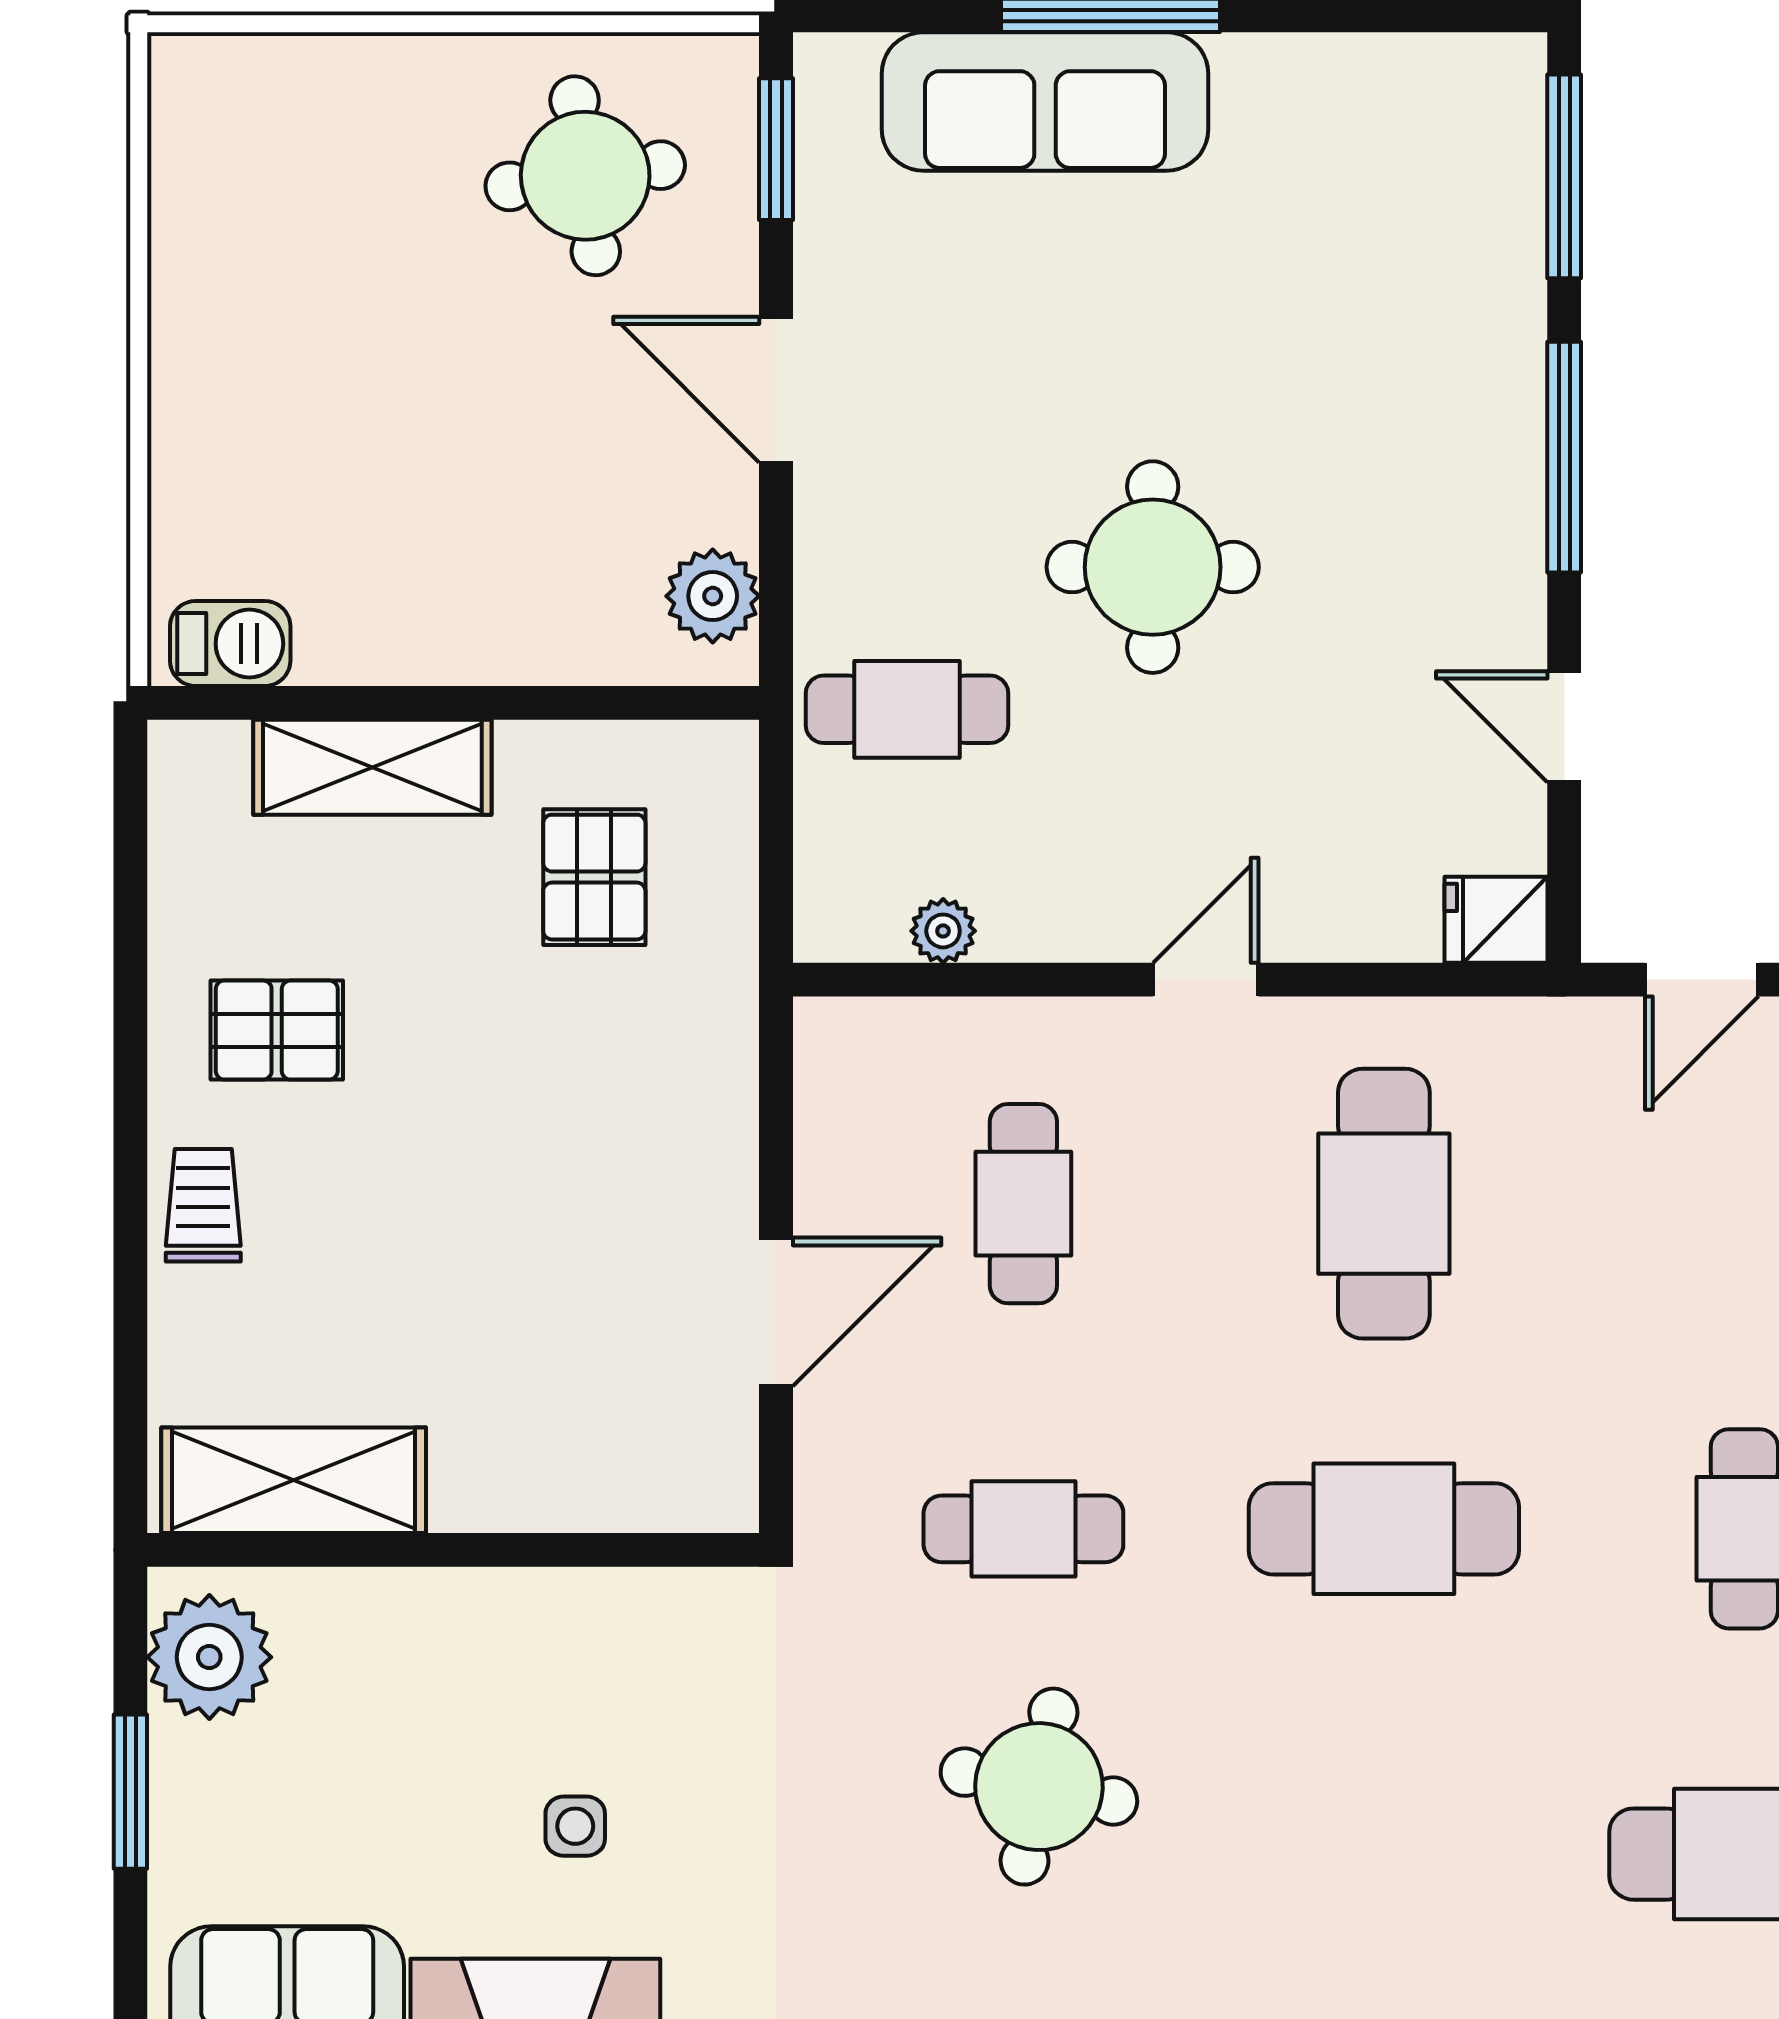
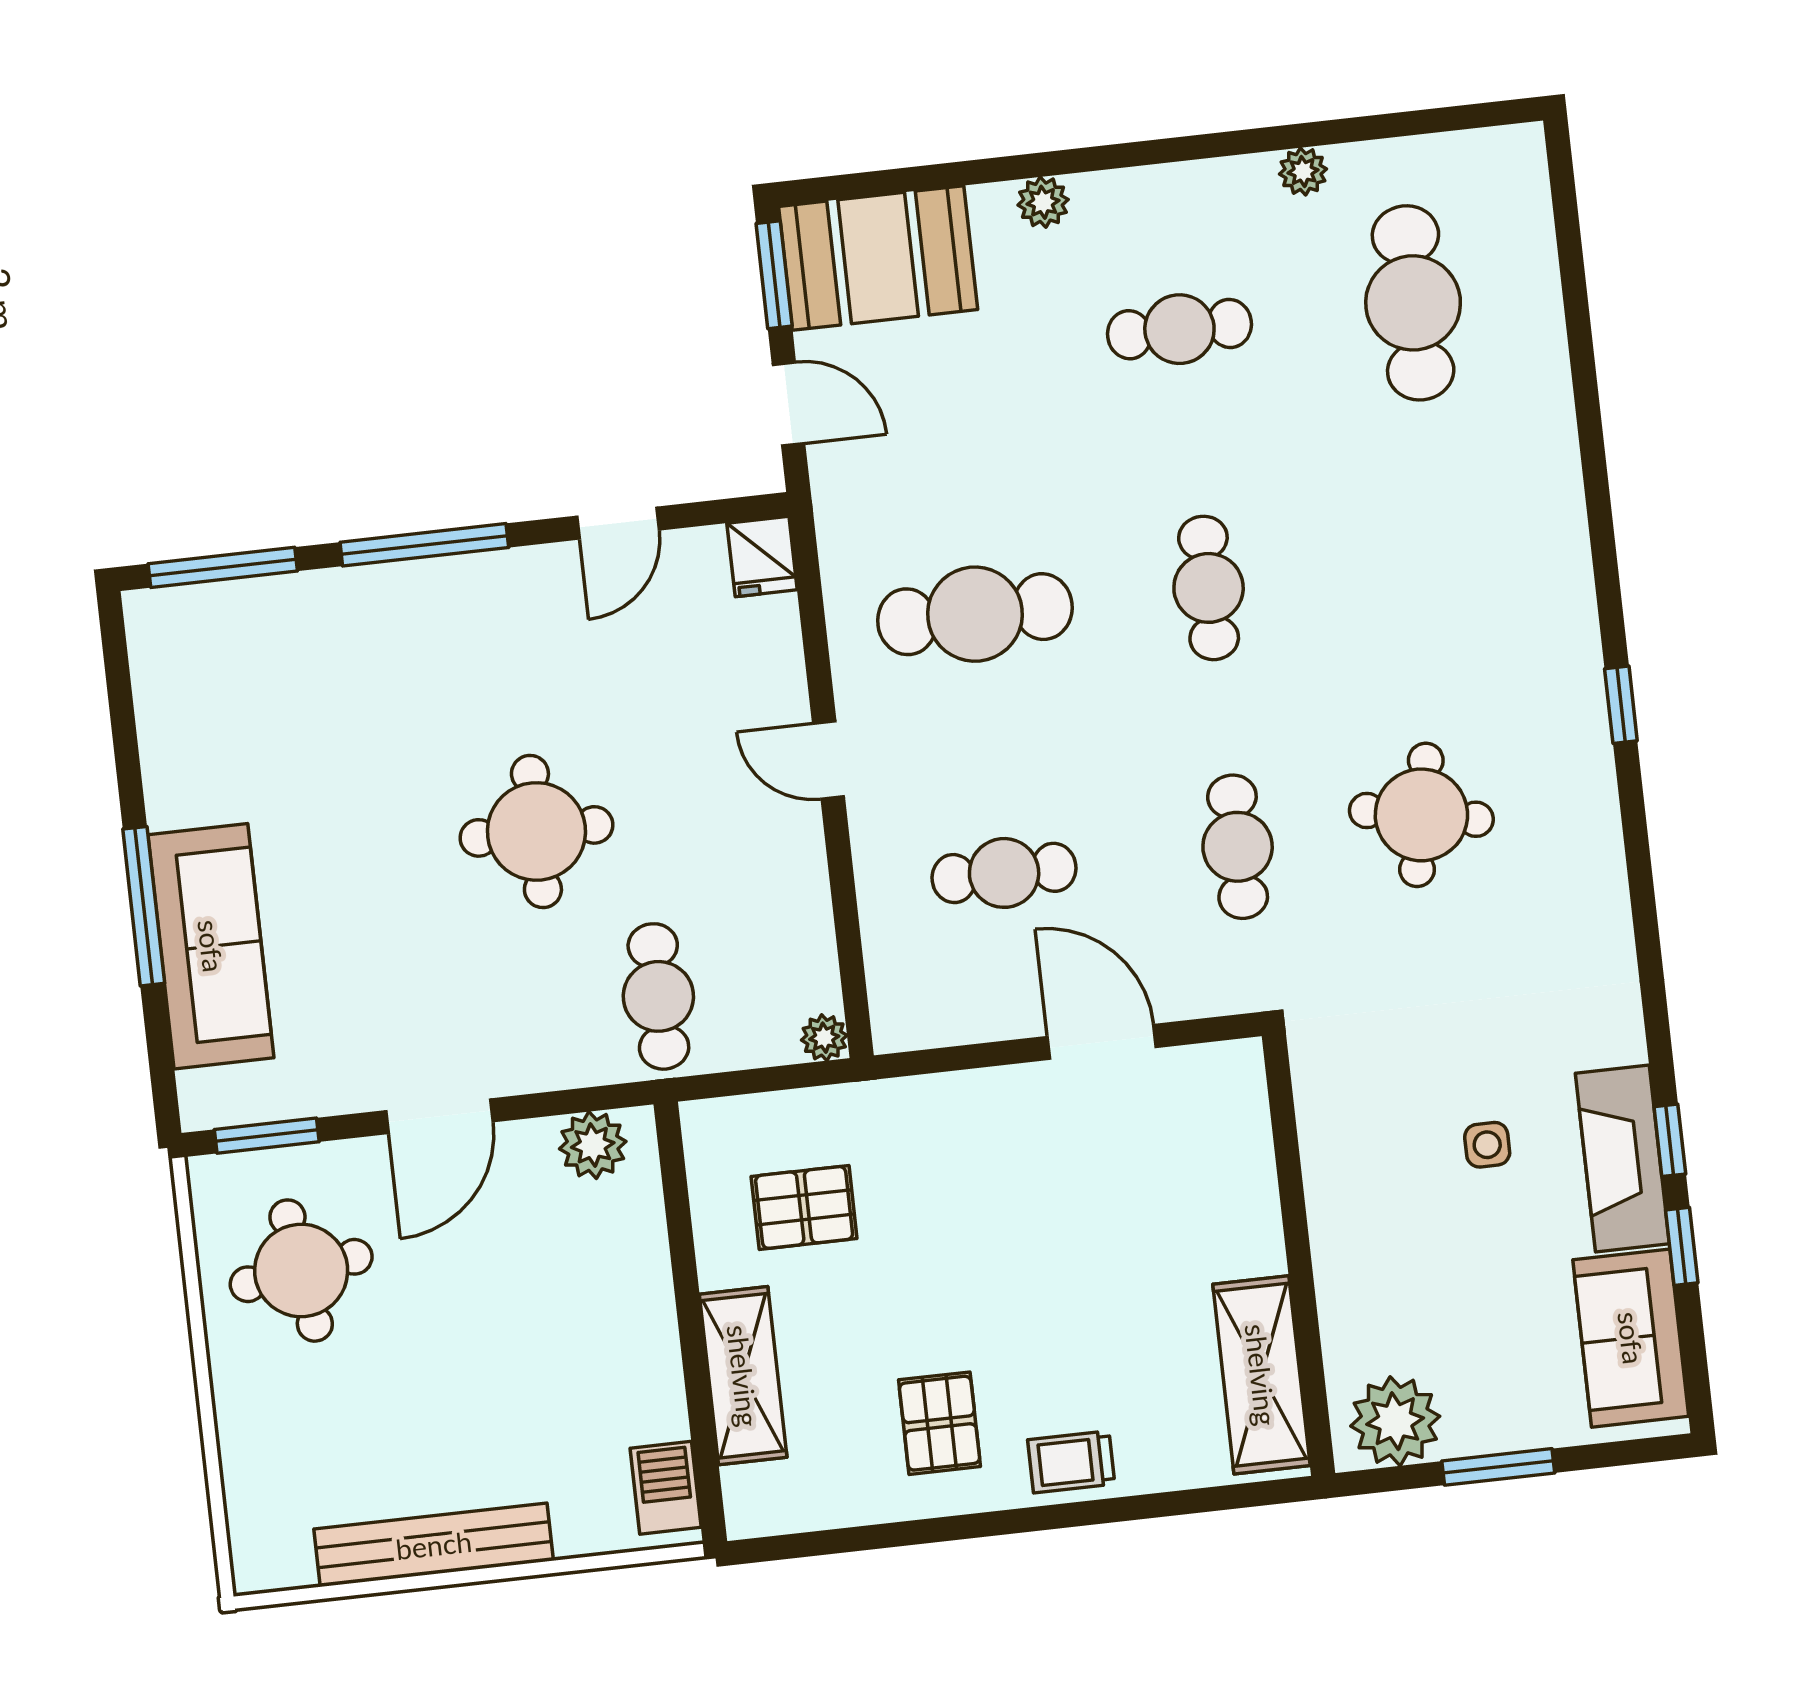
bench: (187, 316) -> (434, 1545), added
plant: (943, 931) -> (824, 1038), moved
cafe table: (1384, 1529) -> (1209, 588), width x0.73, depth x0.74

